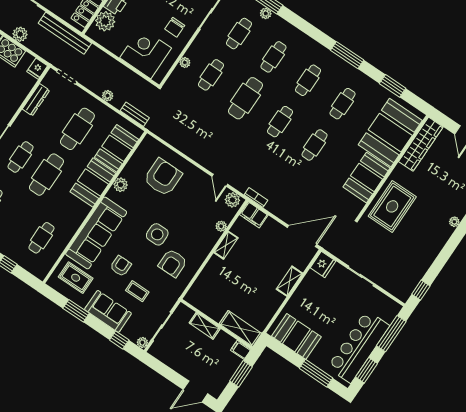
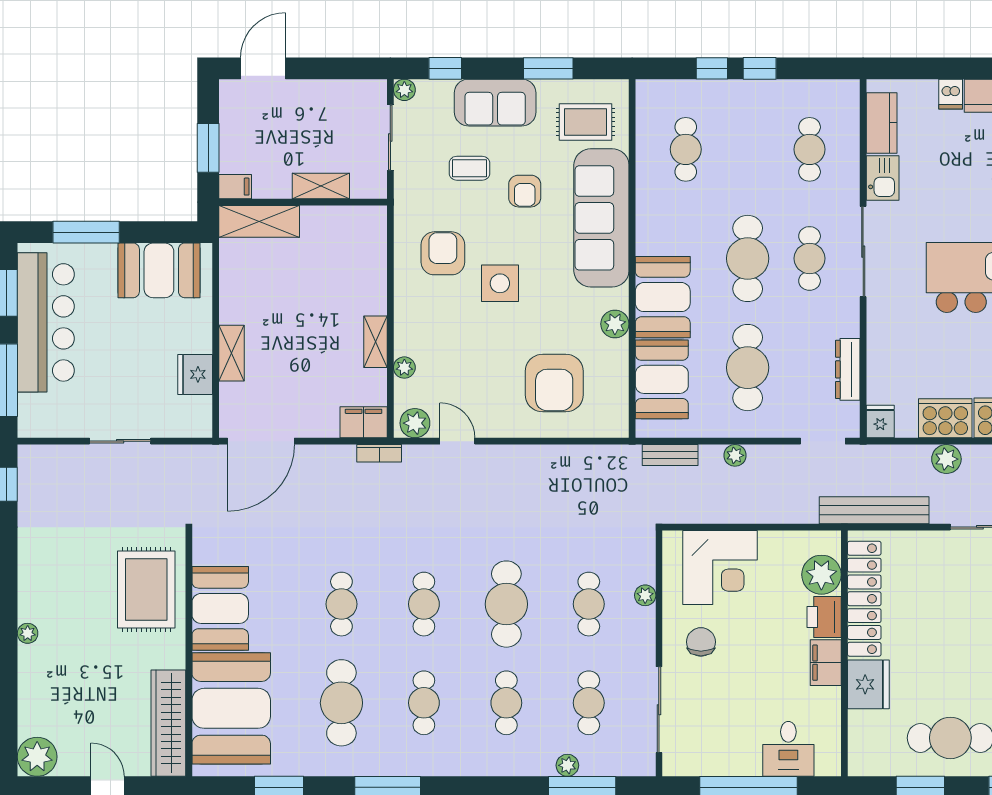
cafe table: (343, 104) -> (341, 703), width x1.37, depth x1.35
fridge: (323, 264) -> (195, 374), moved

